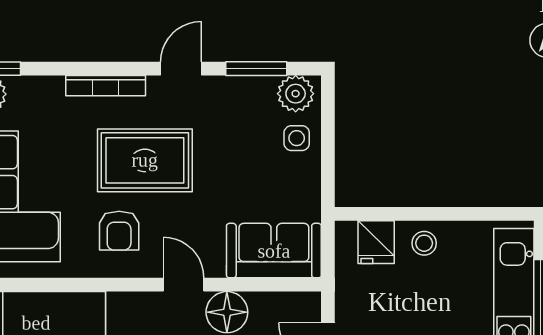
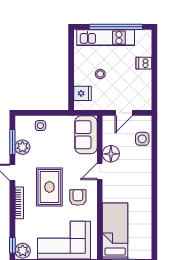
plant: (296, 94) -> (22, 147), moved
armchair: (119, 231) -> (78, 197), turned -90
stool: (424, 243) -> (100, 74), moved

